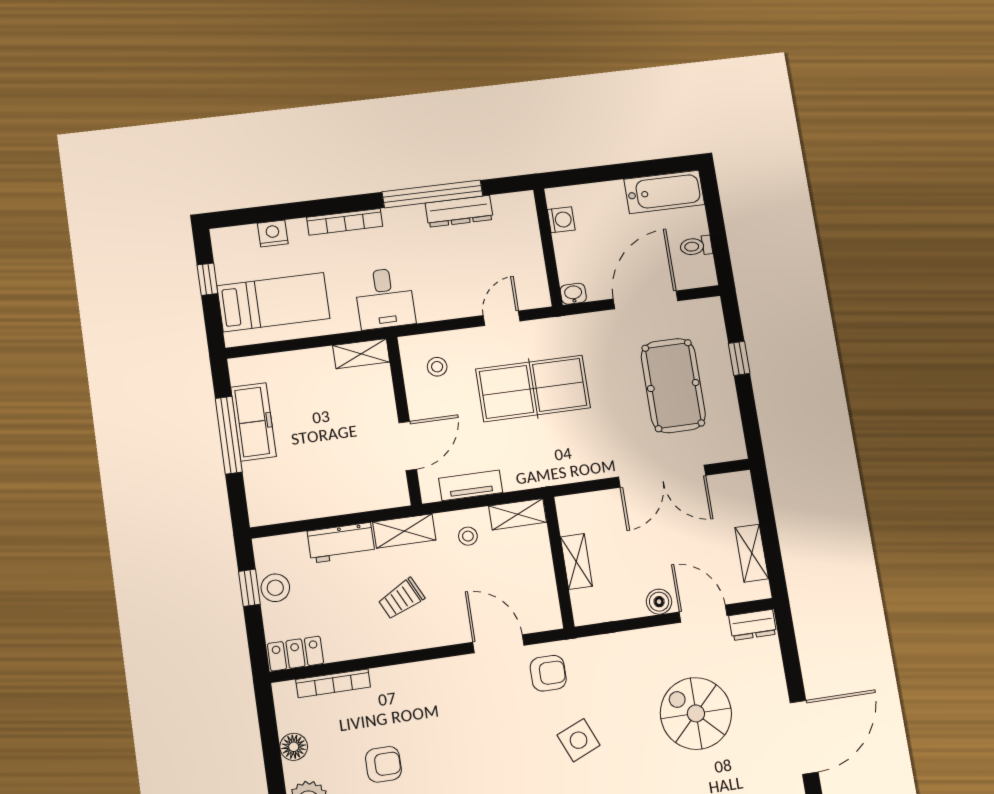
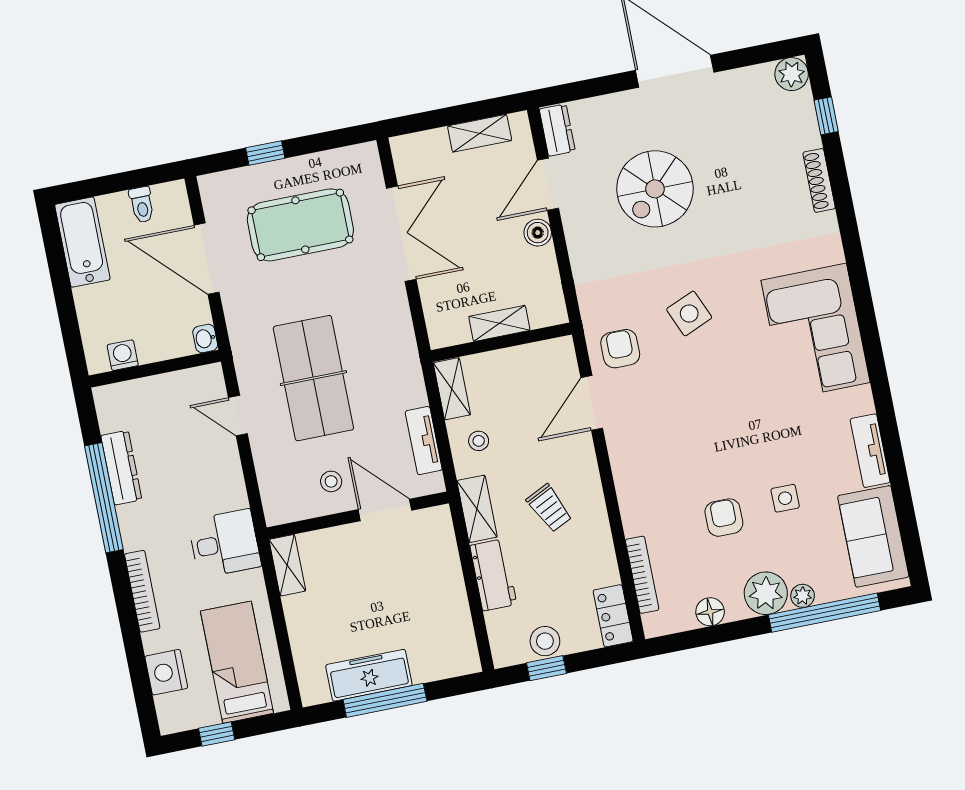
nightstand: (273, 233) -> (166, 672), width x1.36, depth x1.33
stool: (437, 367) -> (331, 481), moved

